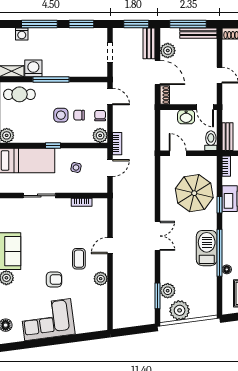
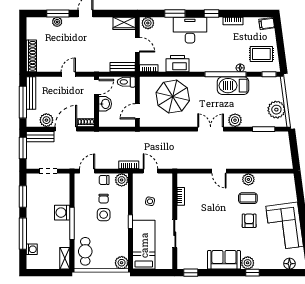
washing machine: (33, 68) -> (62, 213), moved
window: (220, 205) -> (269, 74), moved
barbecue: (207, 248) -> (233, 86), moved
coffee table: (79, 259) -> (248, 198), moved
plant: (168, 291) -> (235, 120), moved

